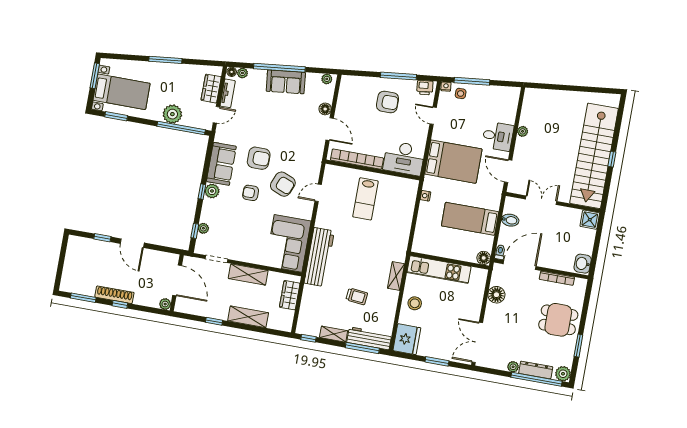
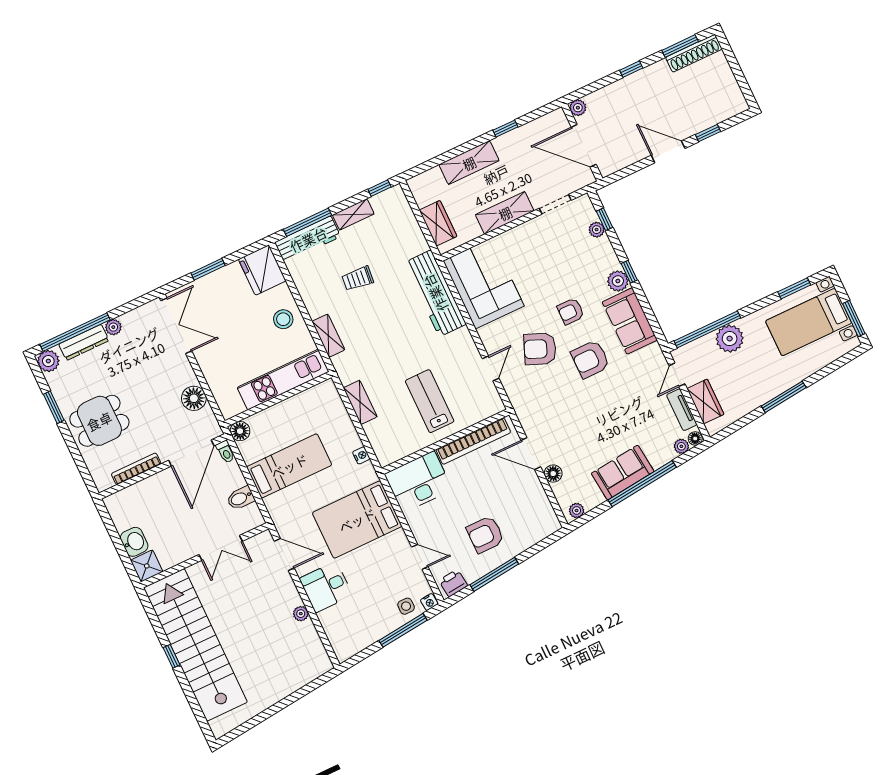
armchair: (251, 193) -> (571, 311), turned 180
shelving: (405, 226) -> (360, 402), added
washbasin: (583, 264) -> (134, 542), moved
shoe rack: (114, 295) -> (694, 53), moved

